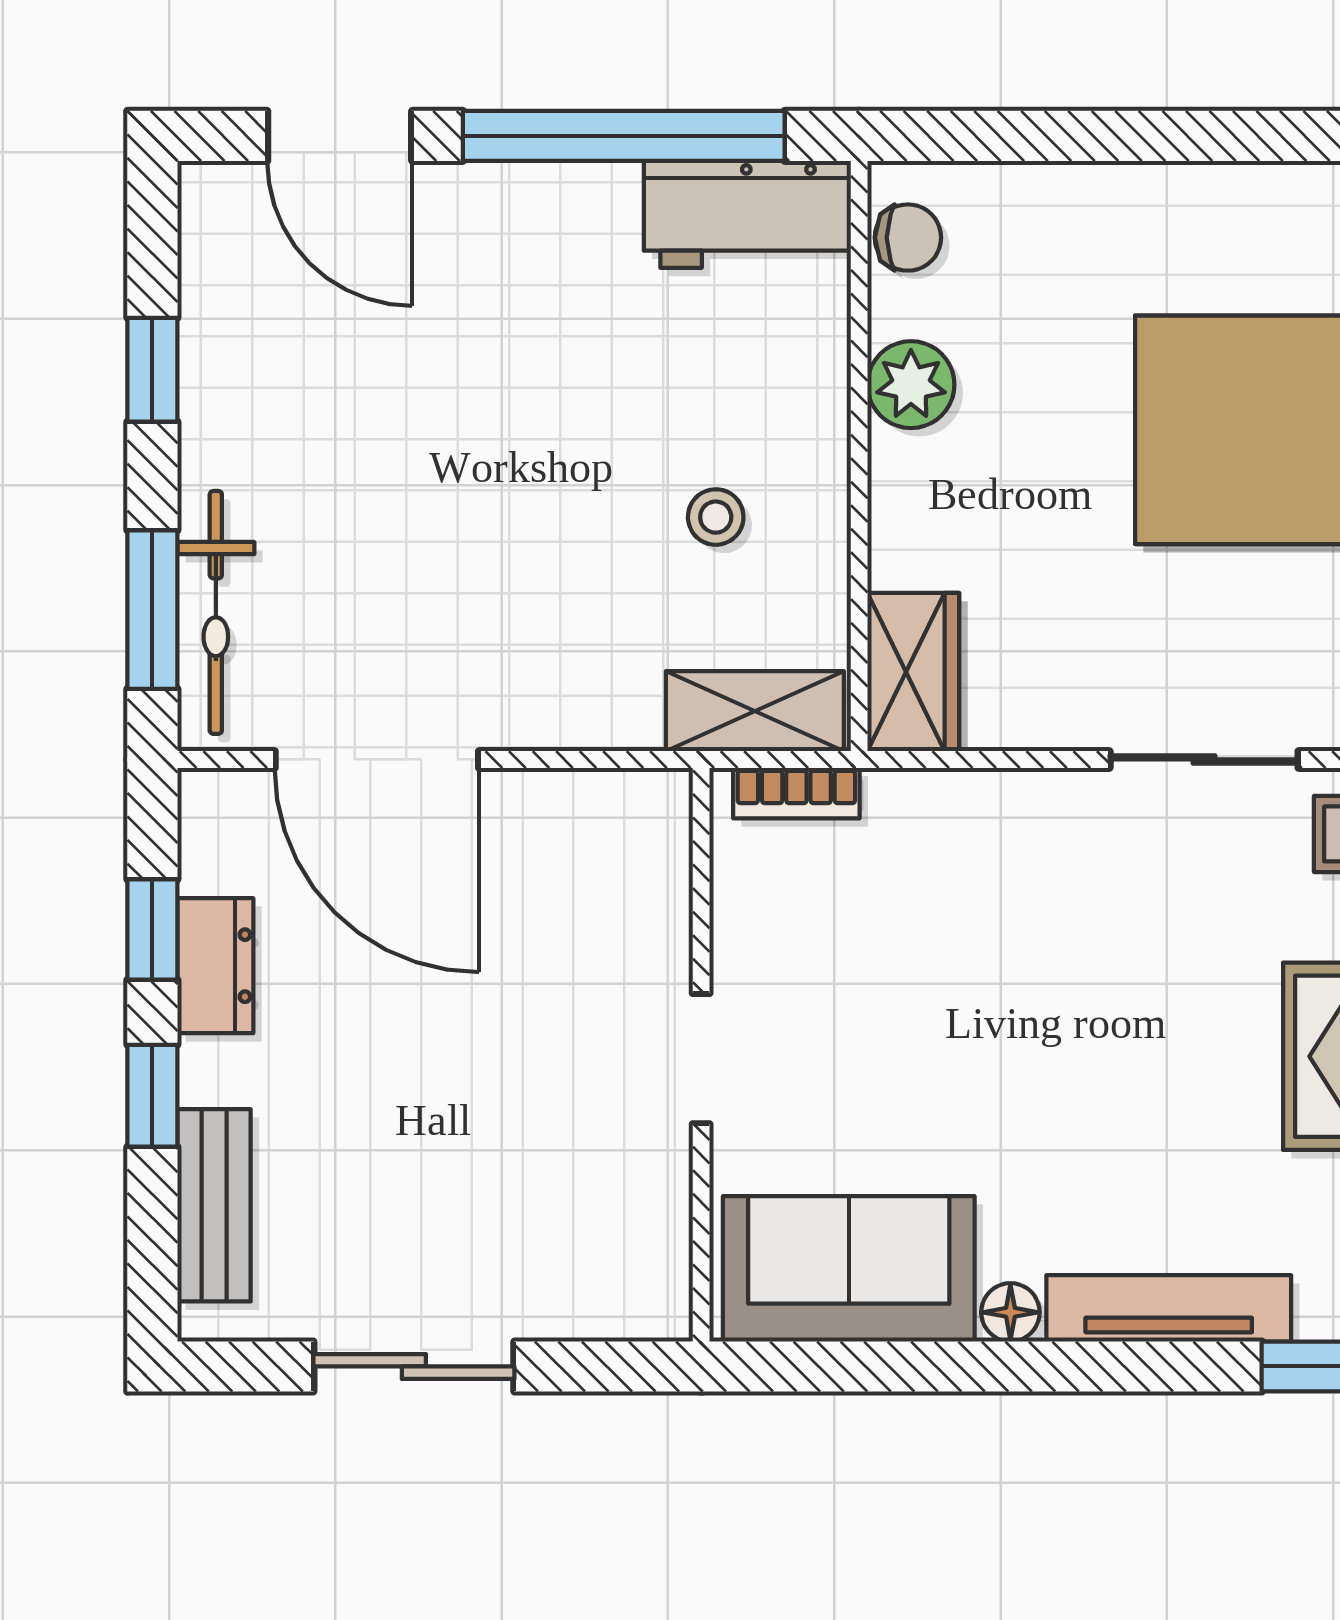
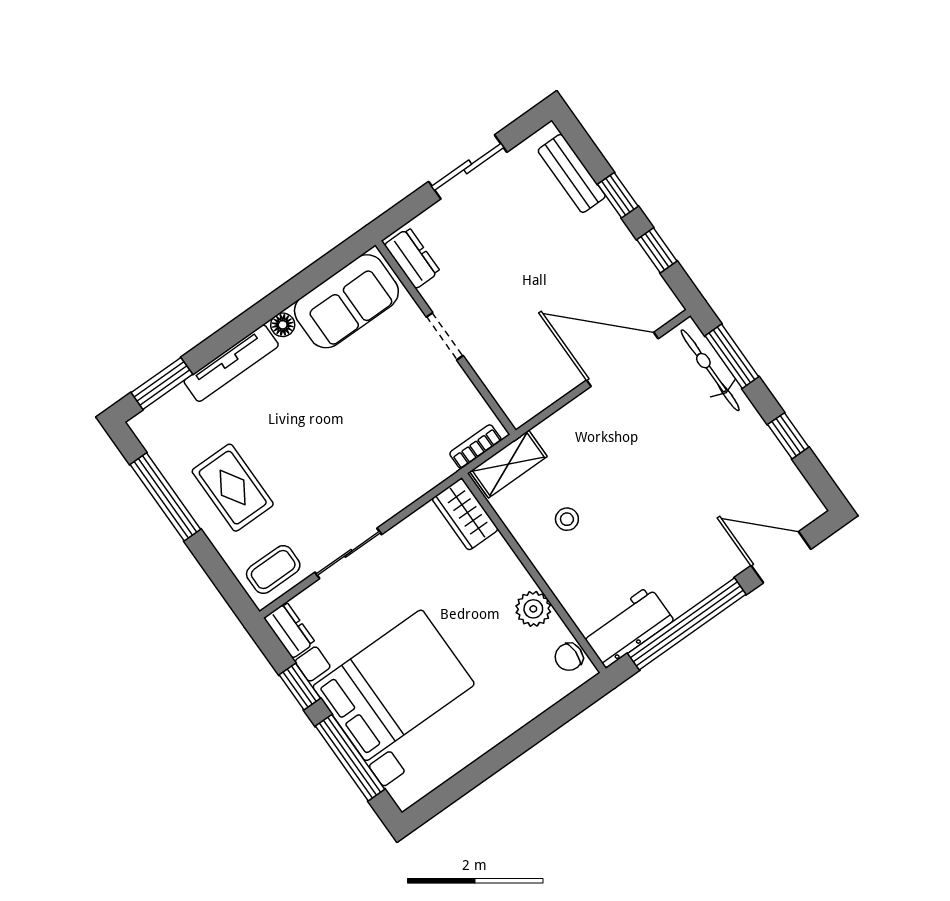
dresser: (215, 966) -> (412, 258), moved, turned 180

